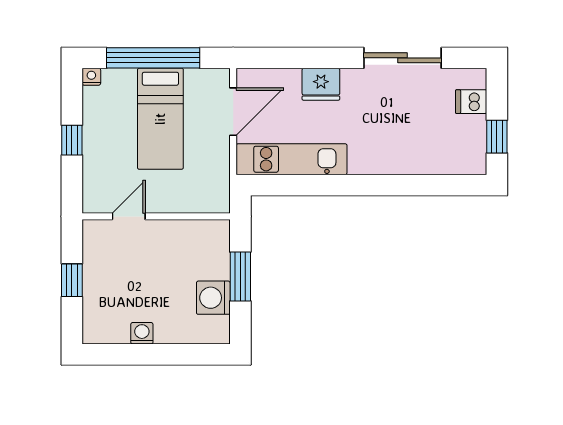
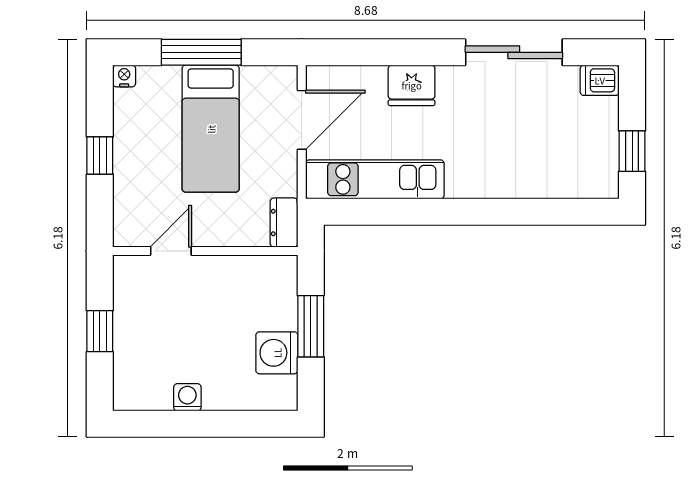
window: (153, 58) -> (201, 52), width x0.68
dishwasher: (471, 102) -> (600, 80), moved
dresser: (219, 194) -> (284, 223), added

